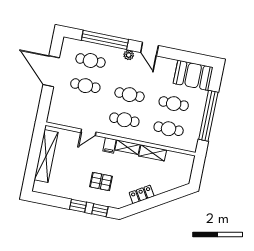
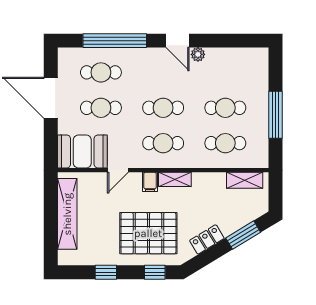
plant: (129, 55) -> (198, 54), moved
booth: (193, 75) -> (82, 151), moved
window: (208, 116) -> (276, 115), width x0.68
shelving: (153, 153) -> (245, 180), moved
pallet: (101, 182) -> (148, 233), width x2.05, depth x2.00
window: (168, 197) -> (243, 235), added
window: (78, 206) -> (106, 272), moved

